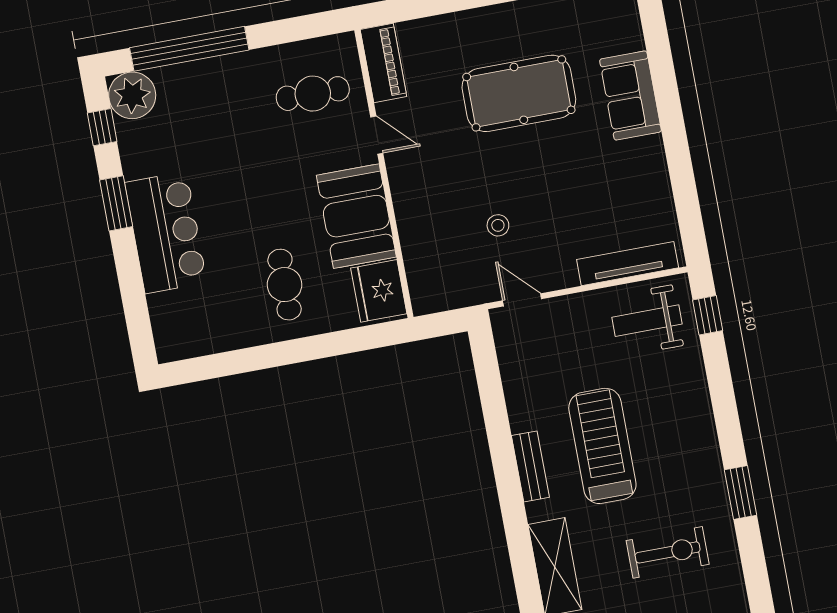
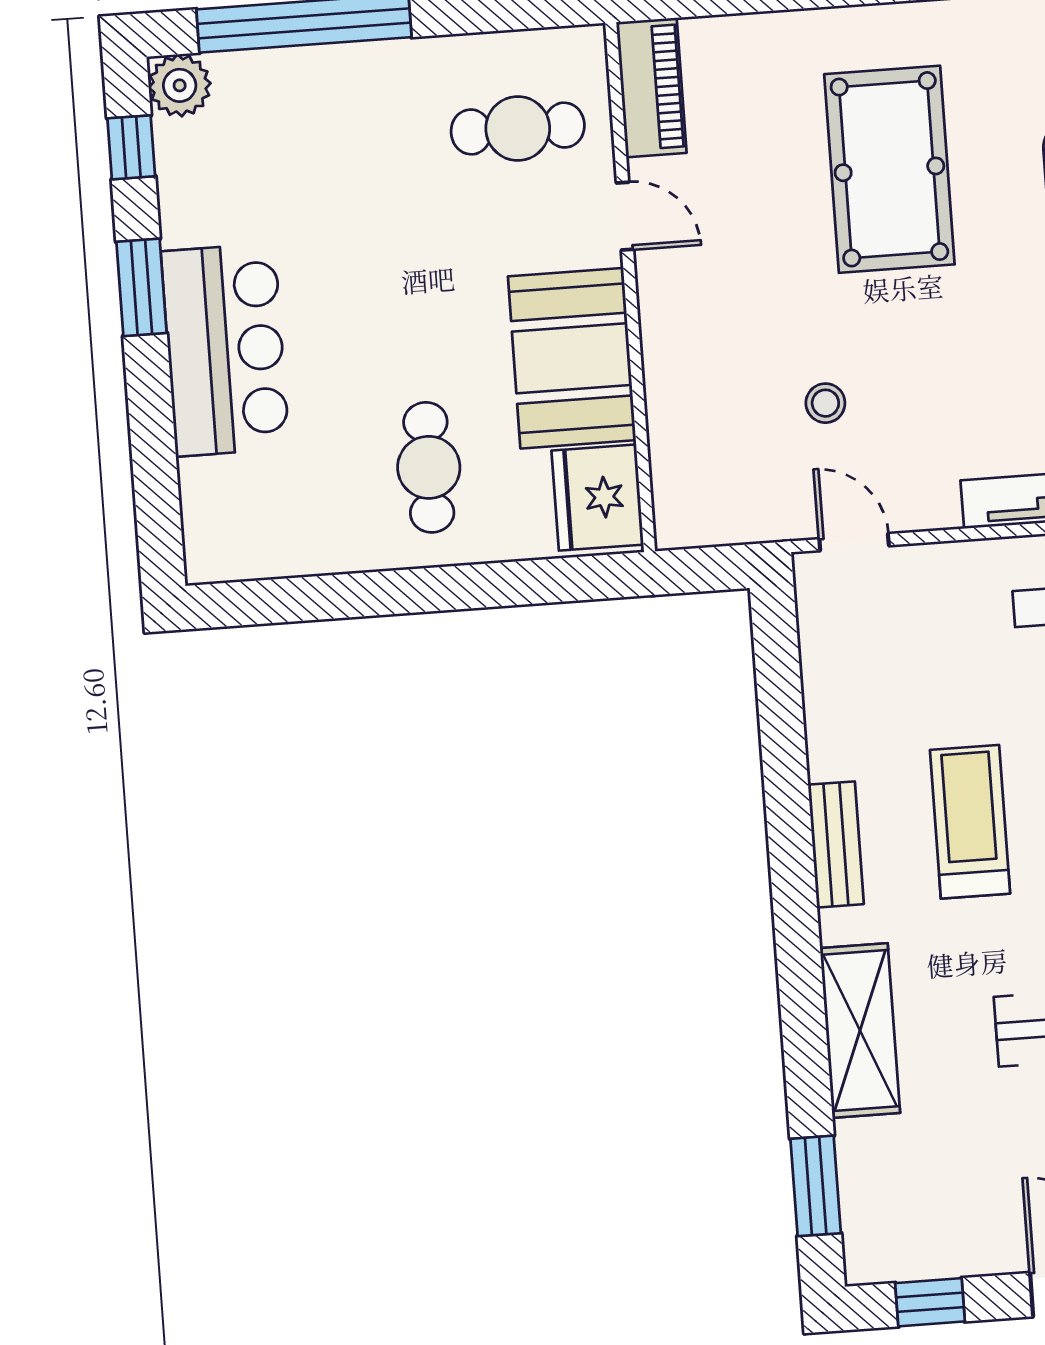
pool table: (519, 93) -> (889, 169), turned 90
plant: (132, 95) -> (180, 85), width x0.73, depth x0.73
treadmill: (602, 446) -> (970, 822), width x0.73, depth x0.73

